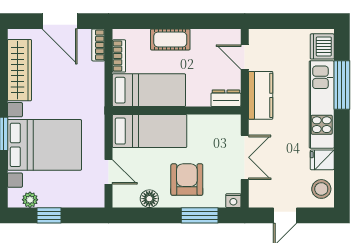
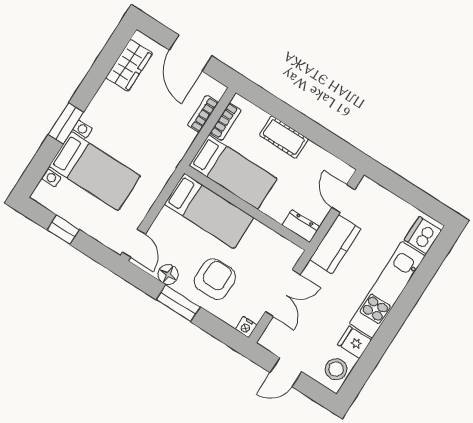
bookcase: (98, 45) -> (203, 114), moved
wardrobe: (19, 70) -> (129, 65), width x0.67
window: (342, 85) -> (418, 283), removed
bed with nightstands: (44, 145) -> (95, 171), width x0.73
door: (109, 172) -> (134, 243), moved
plant: (30, 200) -> (55, 204), removed
window: (200, 215) -> (178, 303), moved

